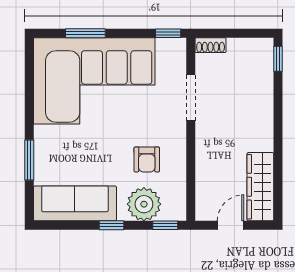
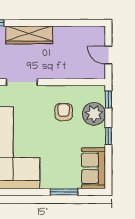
armchair: (147, 159) -> (64, 112), turned -90
wardrobe: (260, 187) -> (29, 35), moved
sofa: (75, 203) -> (93, 168), width x0.73

